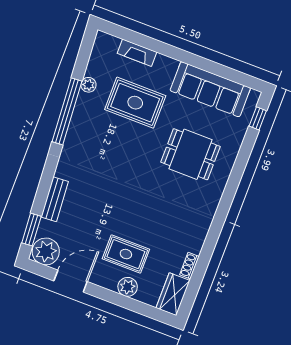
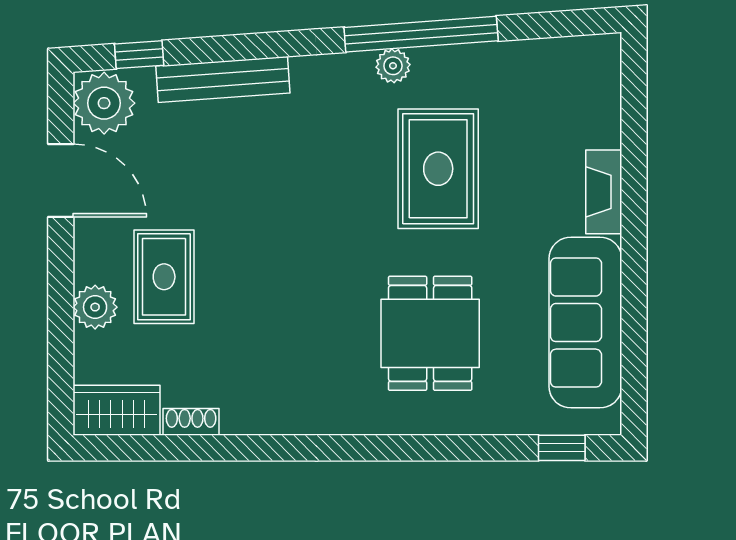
fireplace: (137, 53) -> (604, 192), moved
plant: (88, 85) -> (393, 66), moved
rug: (135, 103) -> (438, 169), moved
bench: (55, 199) -> (223, 79), width x1.36
window: (31, 230) -> (139, 55), width x0.67

